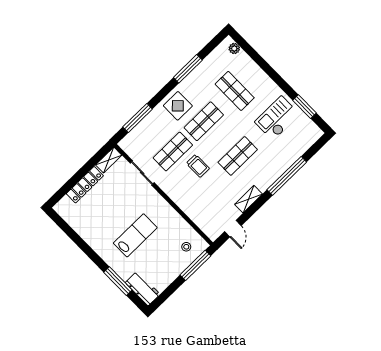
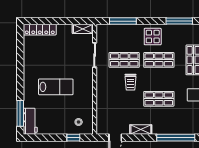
locker: (85, 185) -> (40, 30), moved
window: (195, 265) -> (73, 138), width x0.46
window: (118, 281) -> (20, 113), moved

